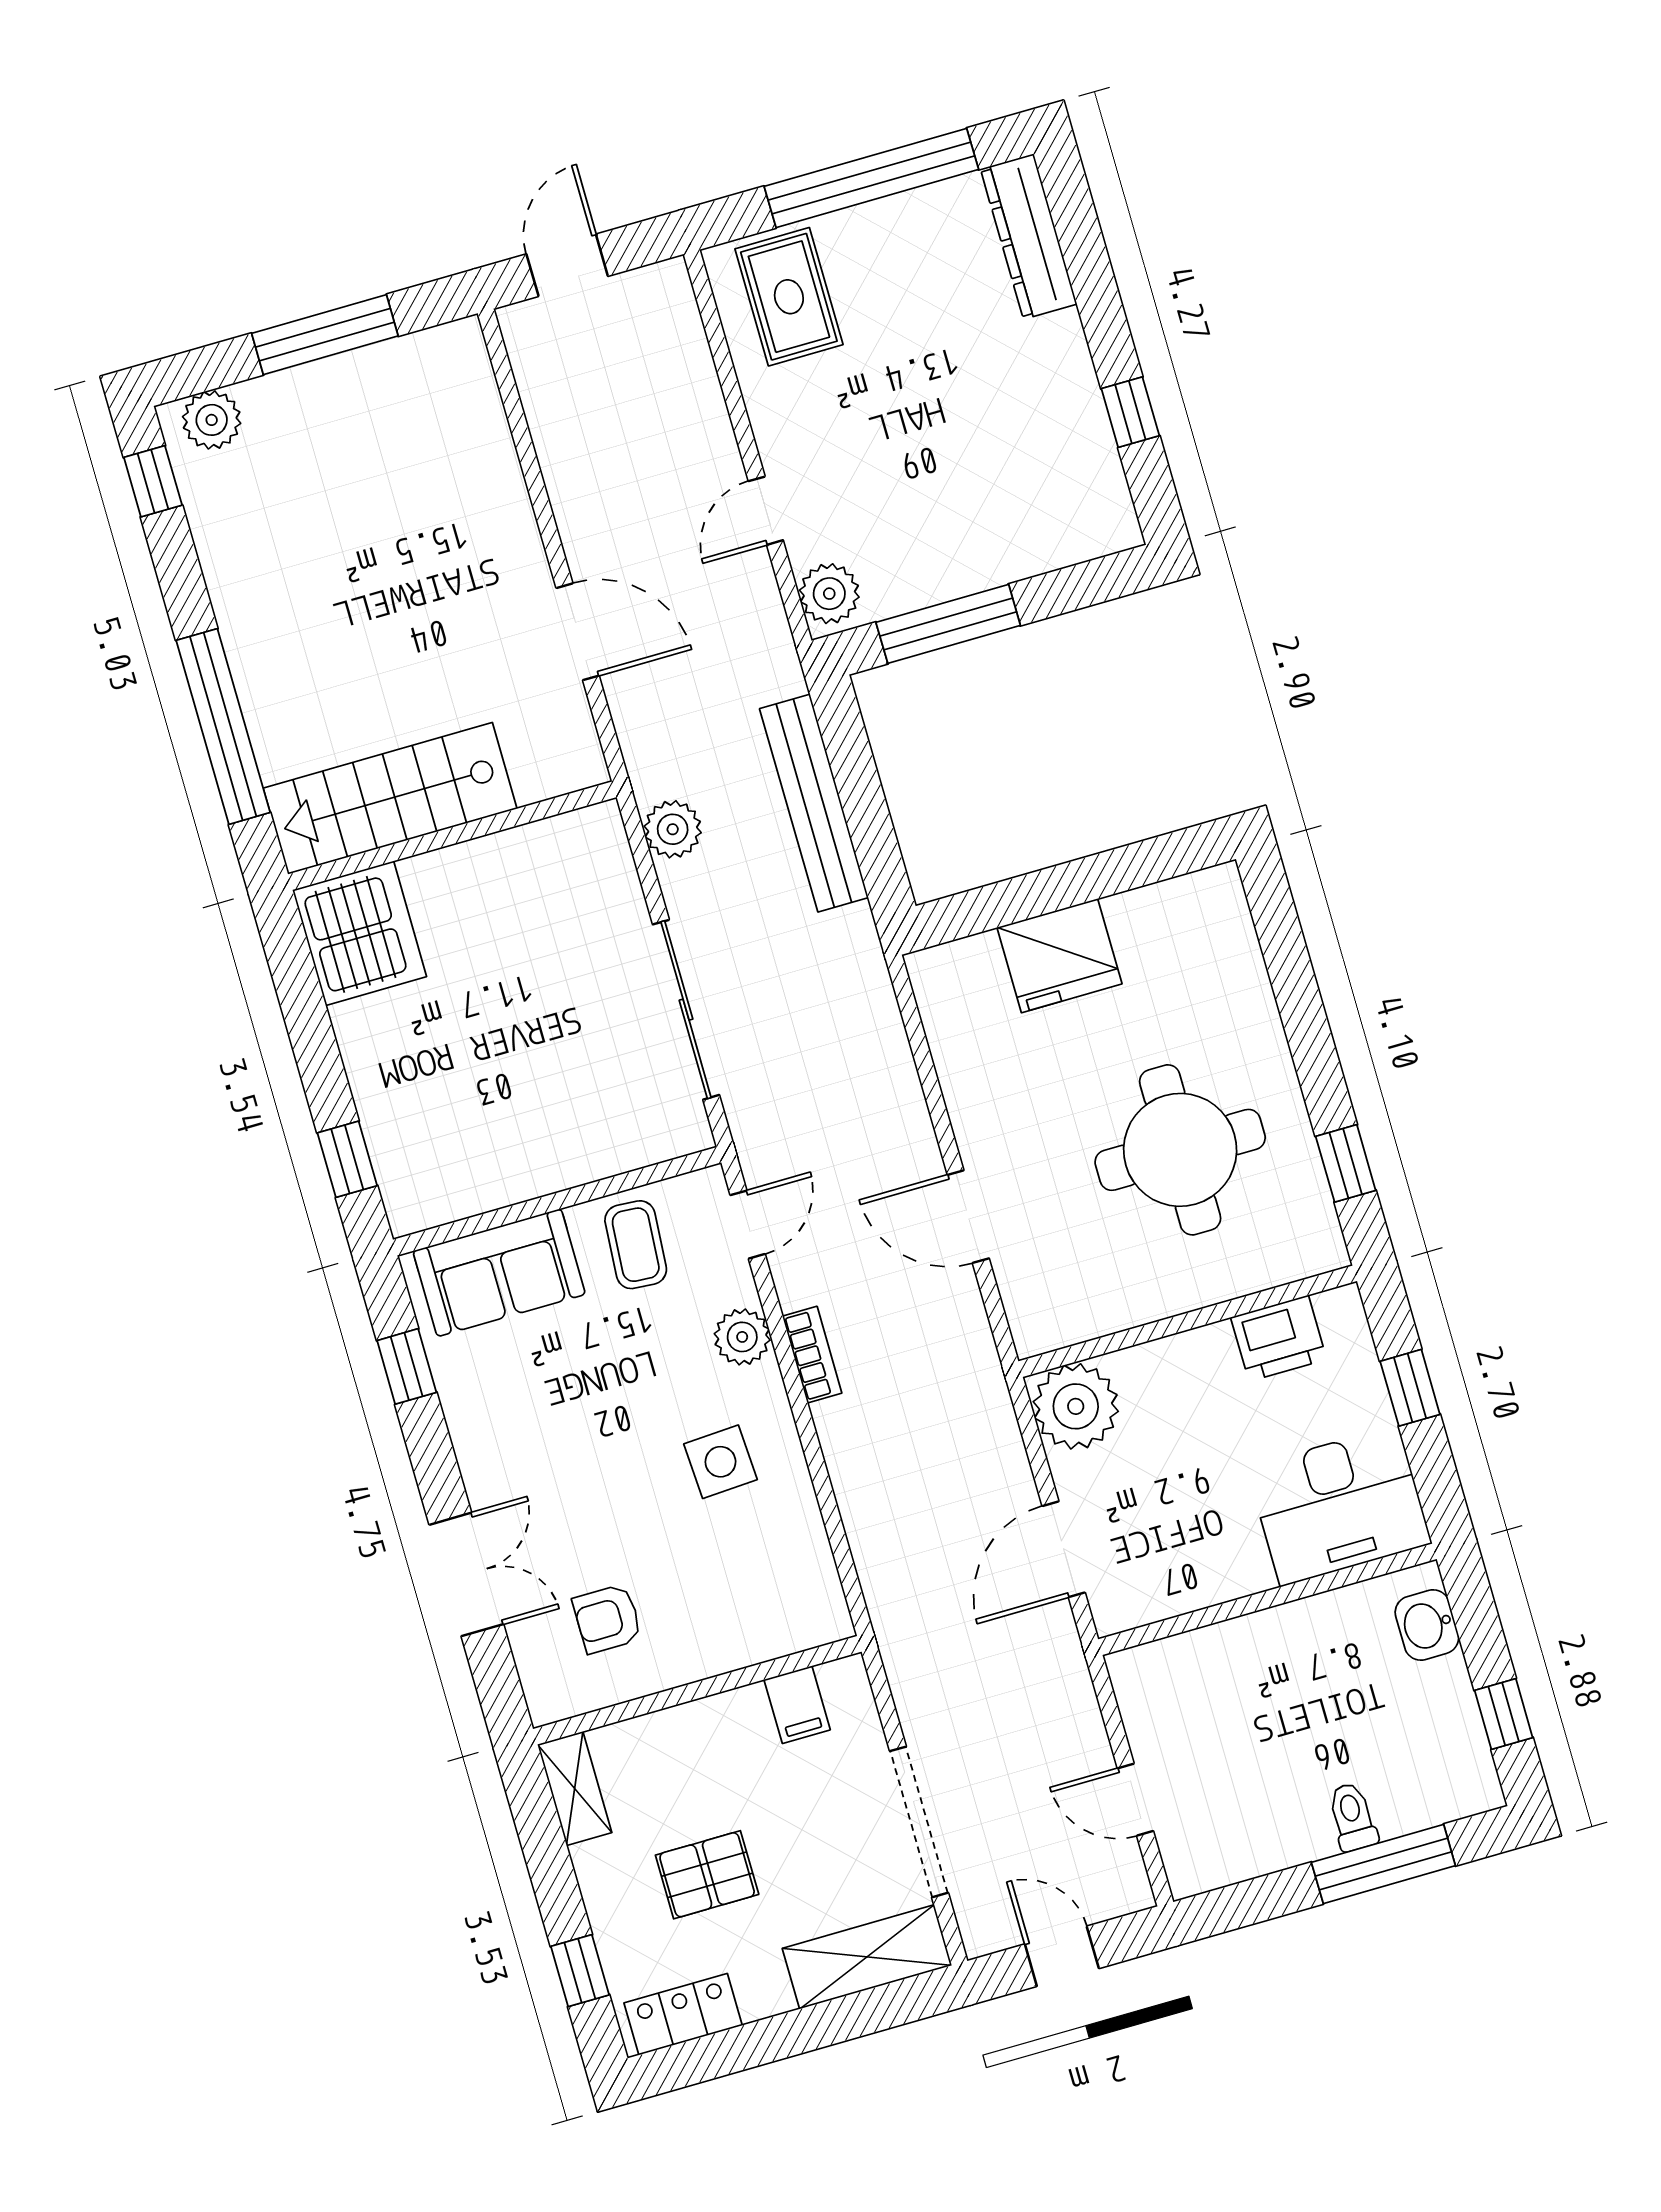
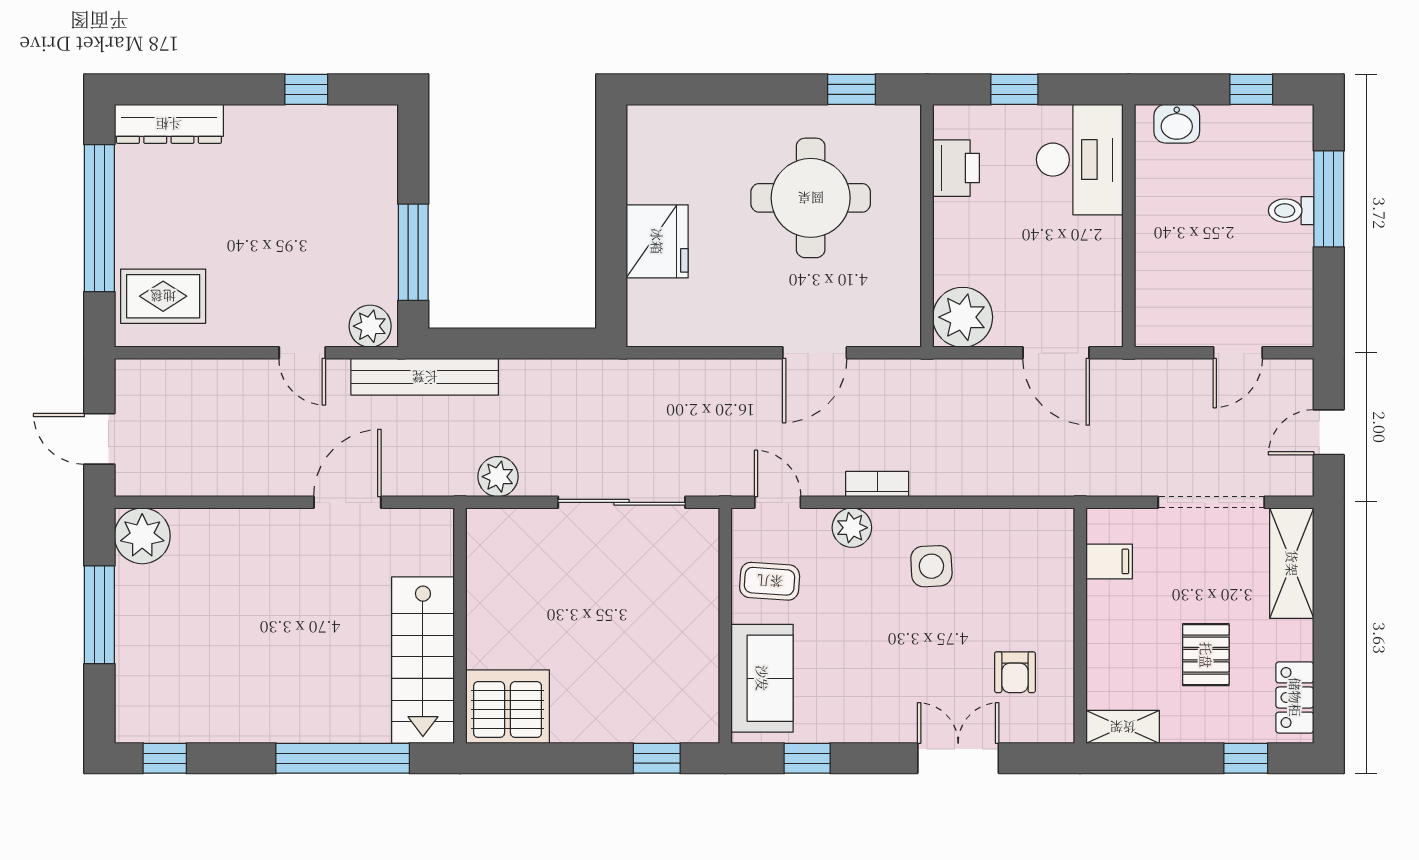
plant: (212, 420) -> (142, 536), moved, width x1.36, depth x1.36
bench: (814, 803) -> (425, 377), moved

